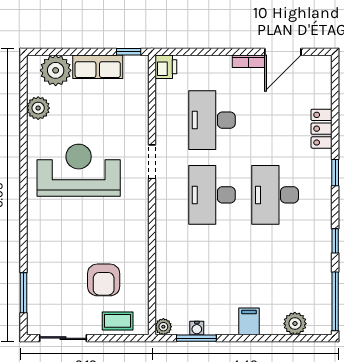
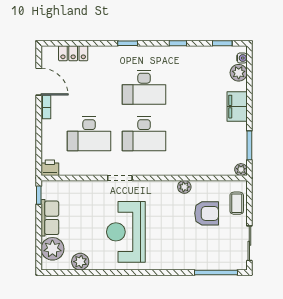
locker: (321, 129) -> (73, 53), moved
plant: (140, 250) -> (184, 187), added
window: (23, 293) -> (216, 272), width x1.44
window: (335, 301) -> (222, 43), width x0.46
filing cabinet: (249, 321) -> (237, 107), width x2.00
water cooler: (197, 328) -> (242, 58), moved

